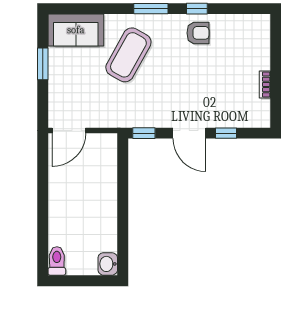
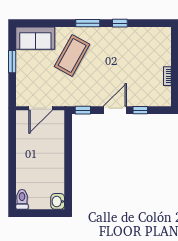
armchair: (198, 33) -> (121, 40), removed
door: (69, 130) -> (41, 108), moved
door: (189, 133) -> (115, 110), swing flipped

